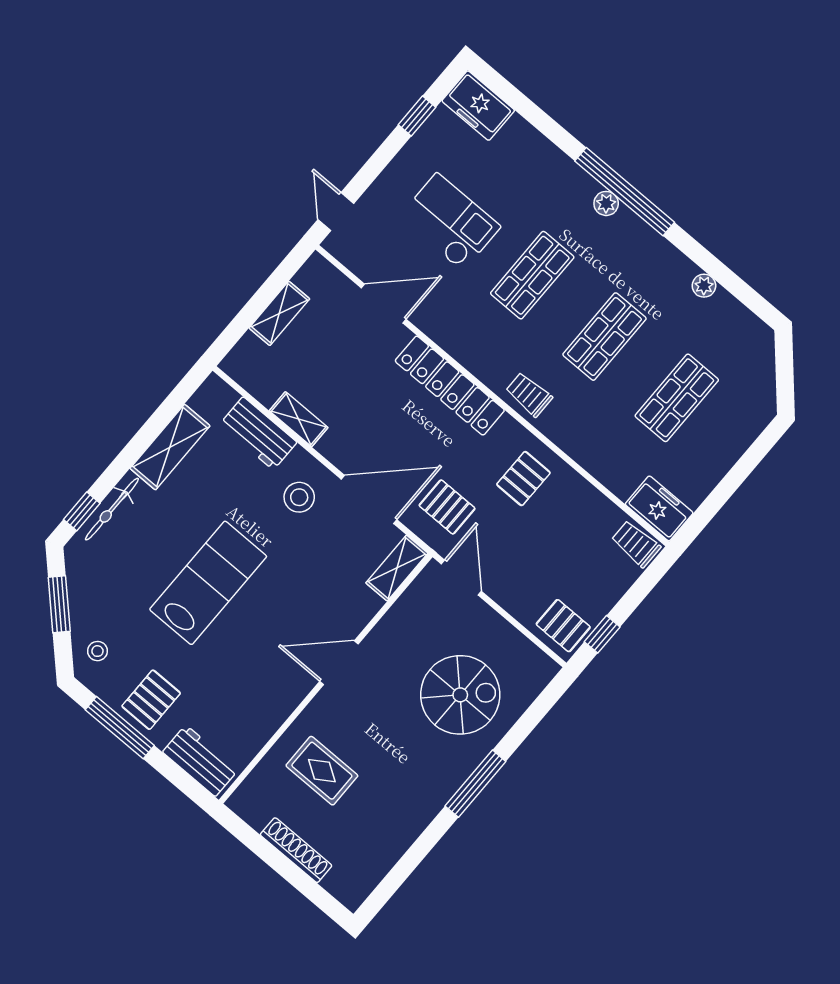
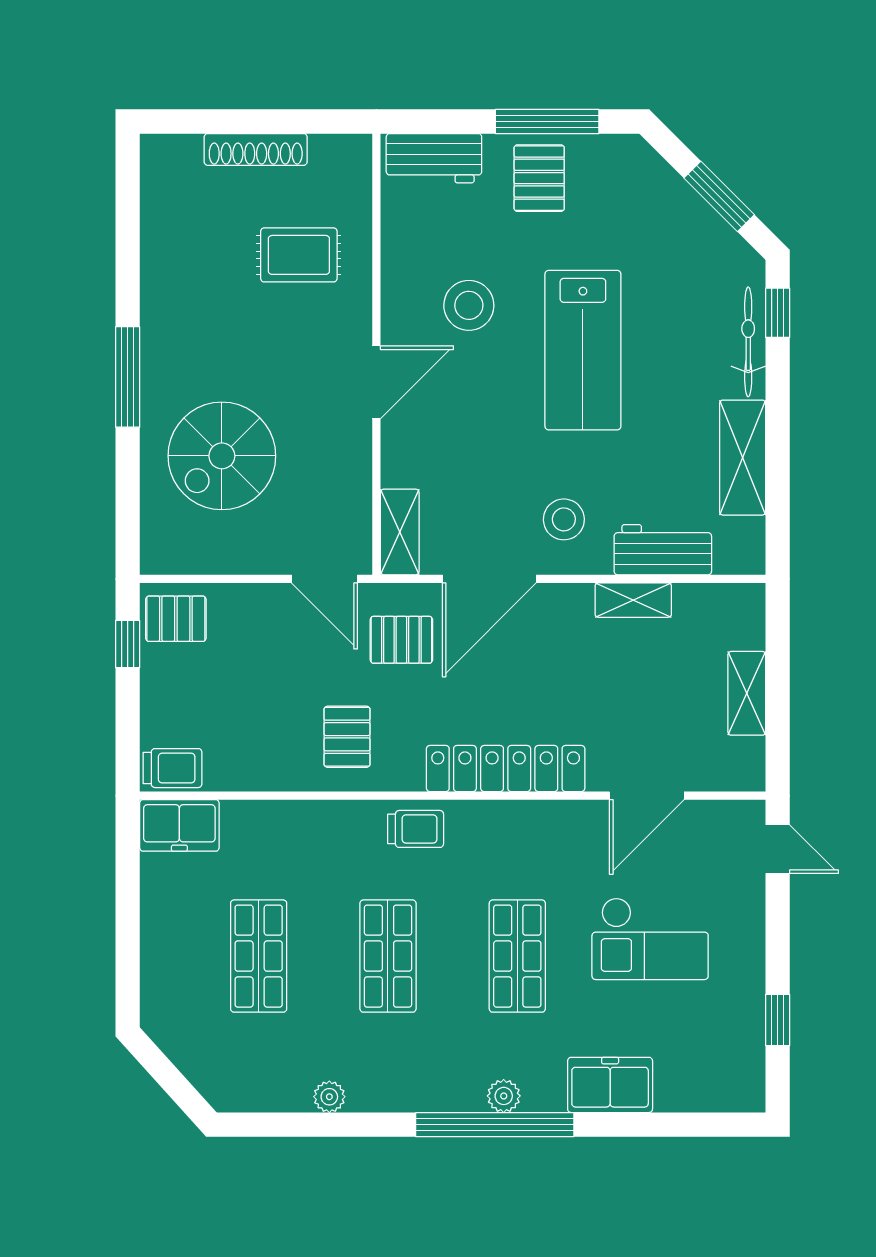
freezer: (478, 106) -> (610, 1085), moved
stool: (97, 651) -> (469, 305), moved, width x1.89, depth x1.89

